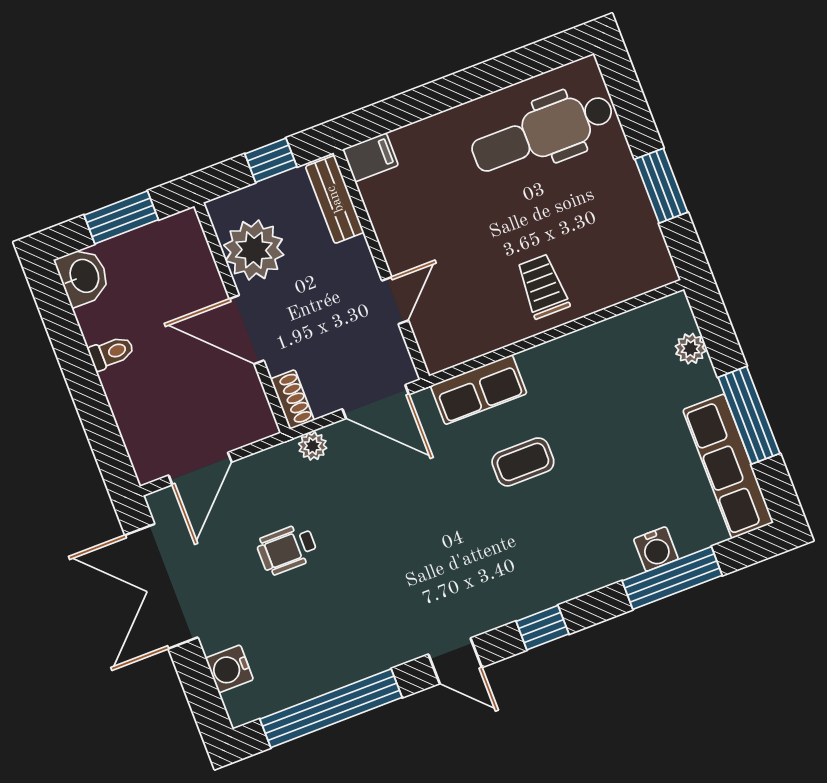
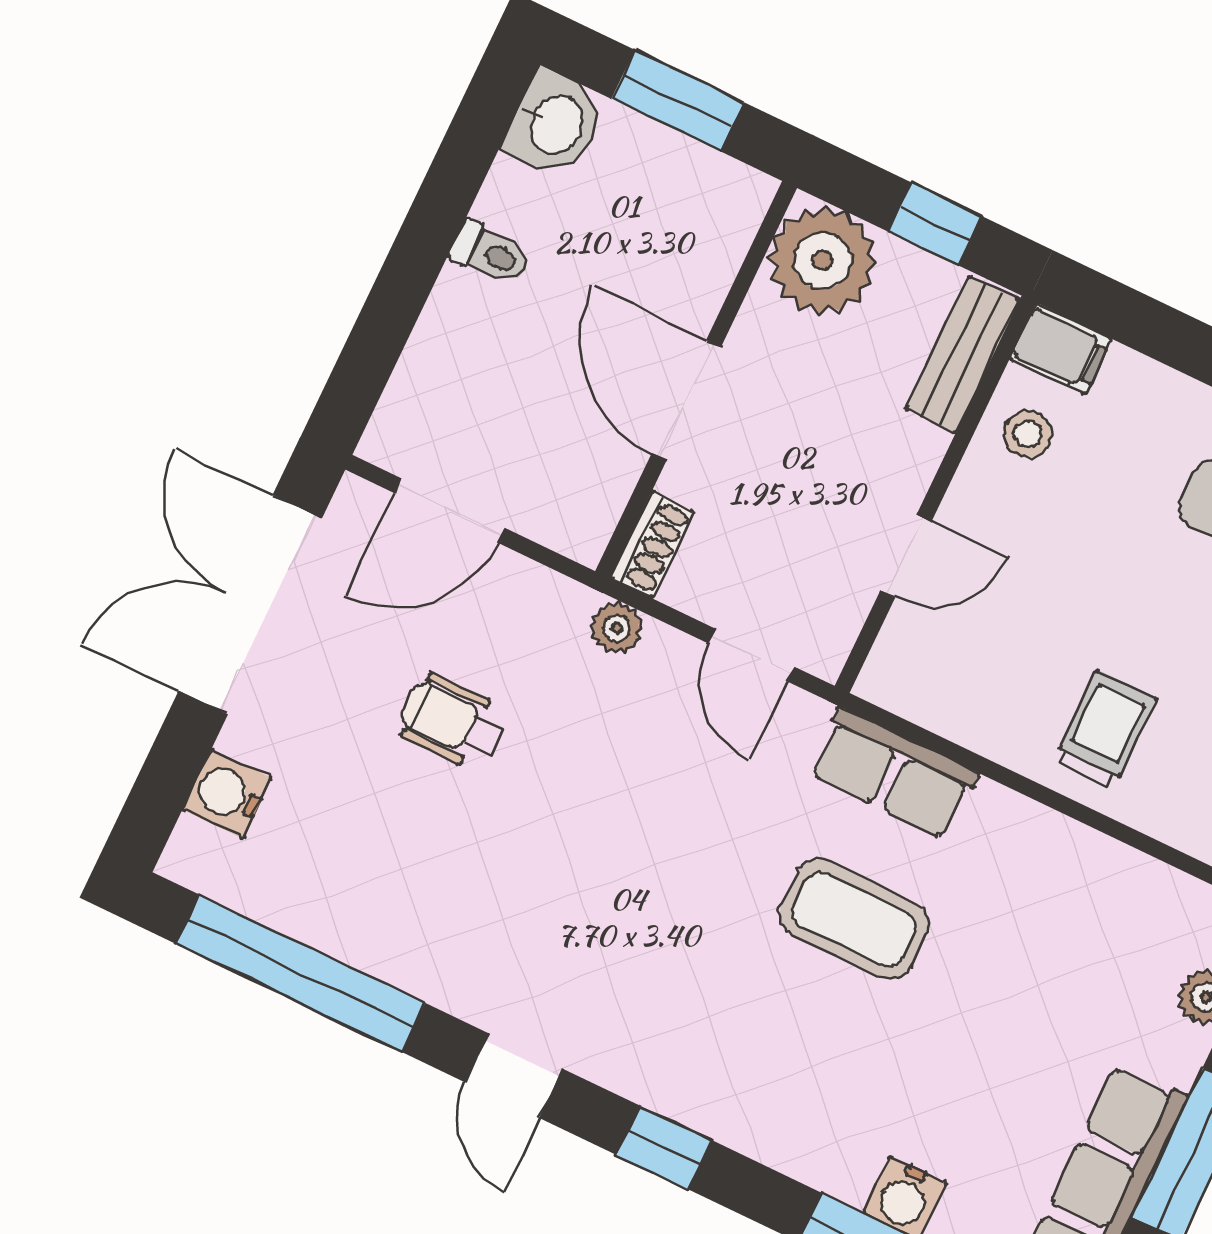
stool: (392, 204) -> (1028, 434), added
plant: (254, 250) -> (823, 260), moved
door: (376, 402) -> (751, 655), width x0.73
coffee table: (523, 462) -> (854, 919), width x1.36, depth x1.30

